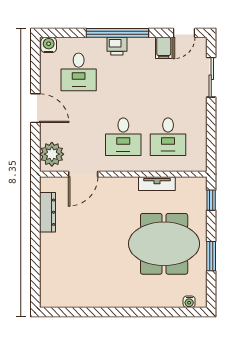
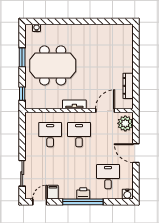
tv unit: (157, 184) -> (74, 104), moved

